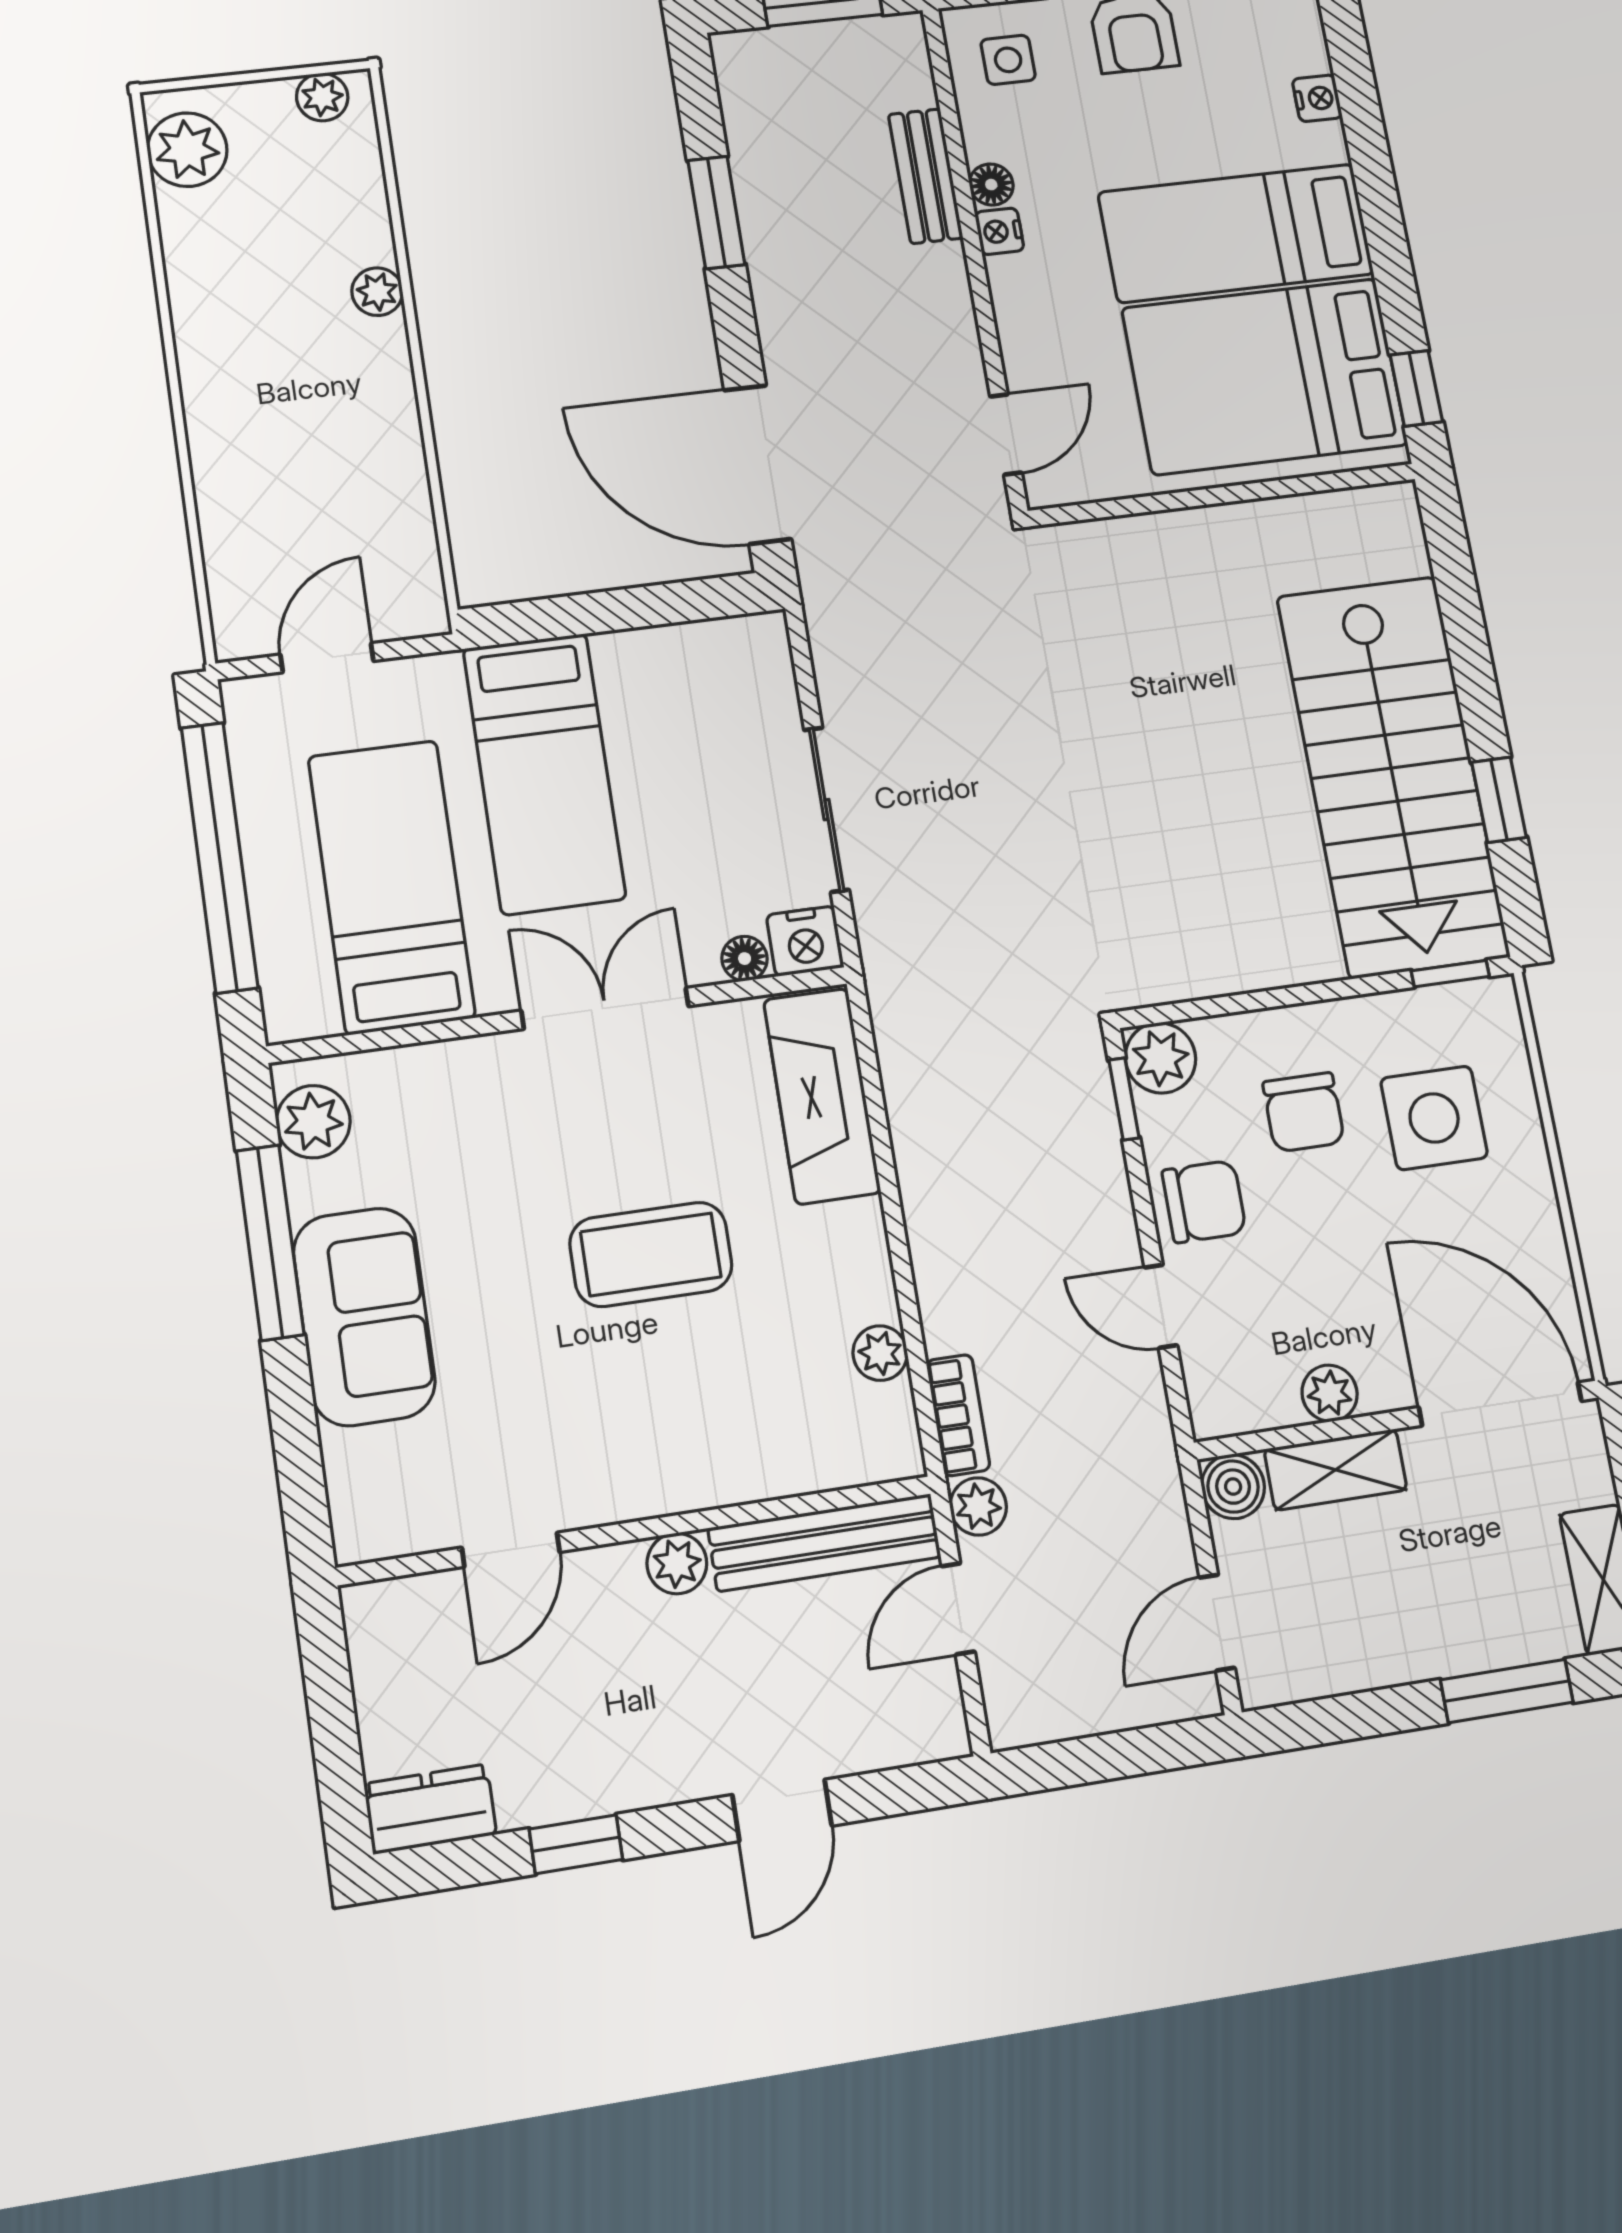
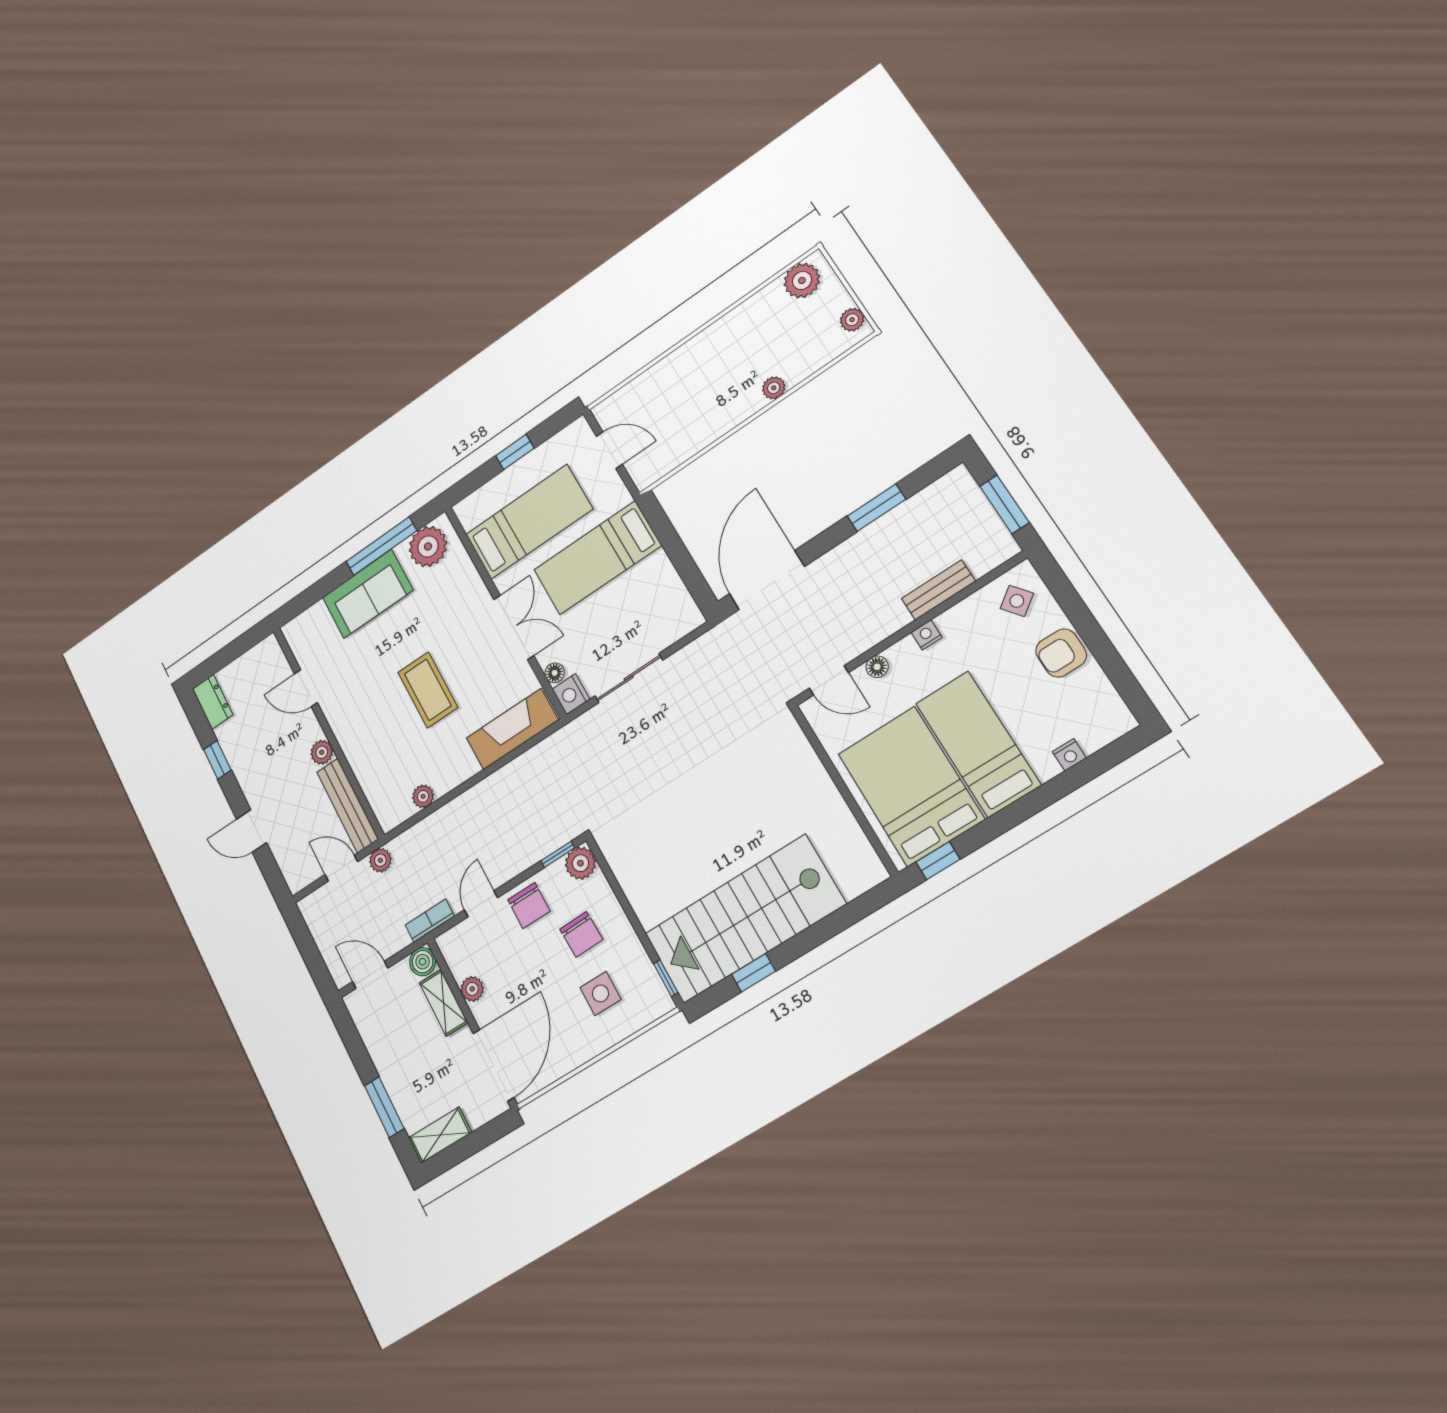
side table: (1008, 60) -> (1017, 601), turned -37
floor lamp: (991, 185) -> (877, 667), moved
window: (219, 857) -> (515, 452), width x0.32
chair: (1304, 1112) -> (581, 934), turned -92
side table: (1434, 1118) -> (600, 993), width x0.73, depth x0.73
plant: (313, 1122) -> (428, 546), width x1.36, depth x1.36
bookcase: (958, 1415) -> (430, 921), moved, turned 180

